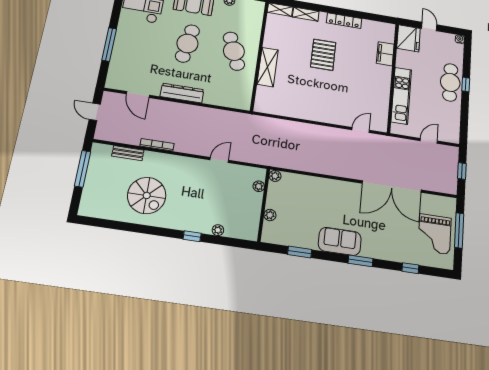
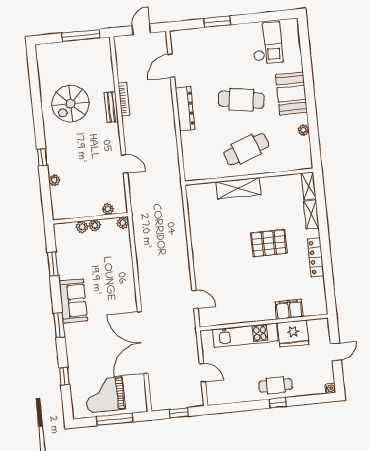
fridge: (409, 38) -> (293, 334), moved
window: (109, 45) -> (217, 22), width x0.69
cafe table: (450, 82) -> (275, 385), width x0.73, depth x0.74
bench: (128, 153) -> (111, 107), moved
plant: (271, 203) -> (95, 225), added

